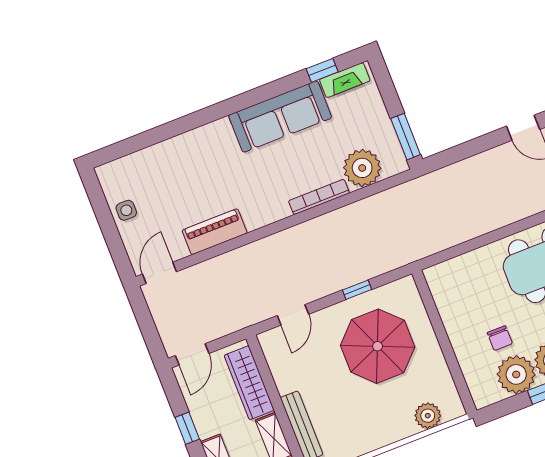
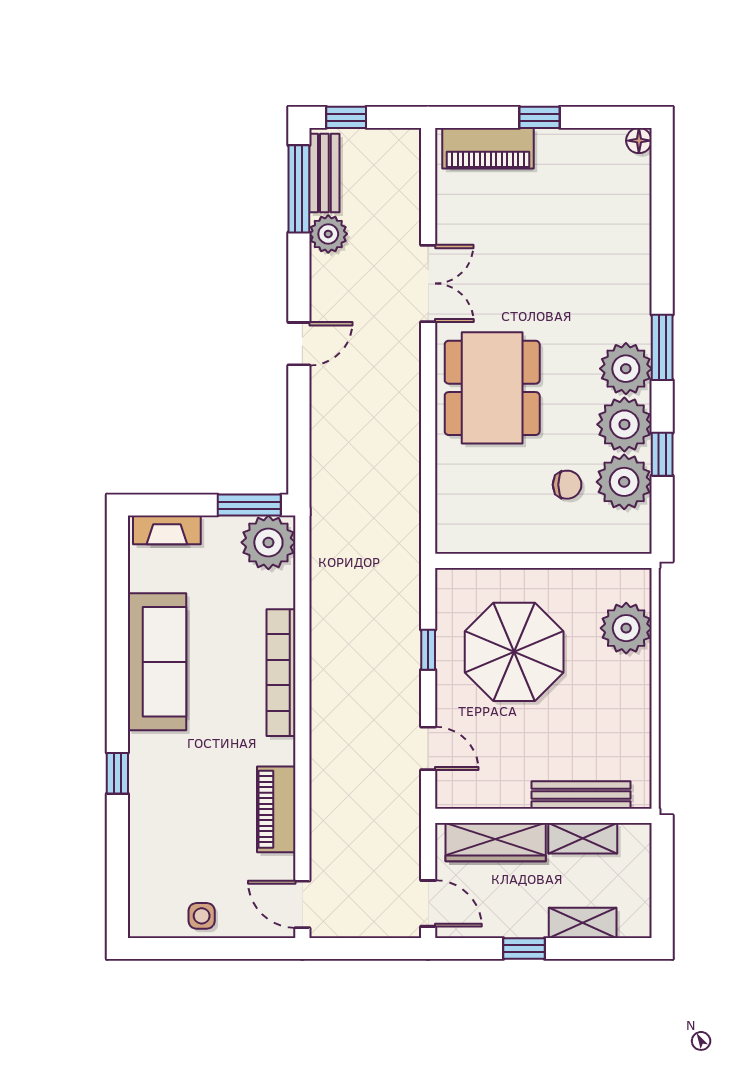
window: (322, 70) -> (117, 773), moved
fireplace: (345, 80) -> (167, 530), moved, turned 90
plant: (362, 168) -> (268, 542), moved
bookcase: (319, 197) -> (281, 673), width x1.48, depth x1.31
plant: (428, 416) -> (626, 628), width x1.36, depth x1.36

